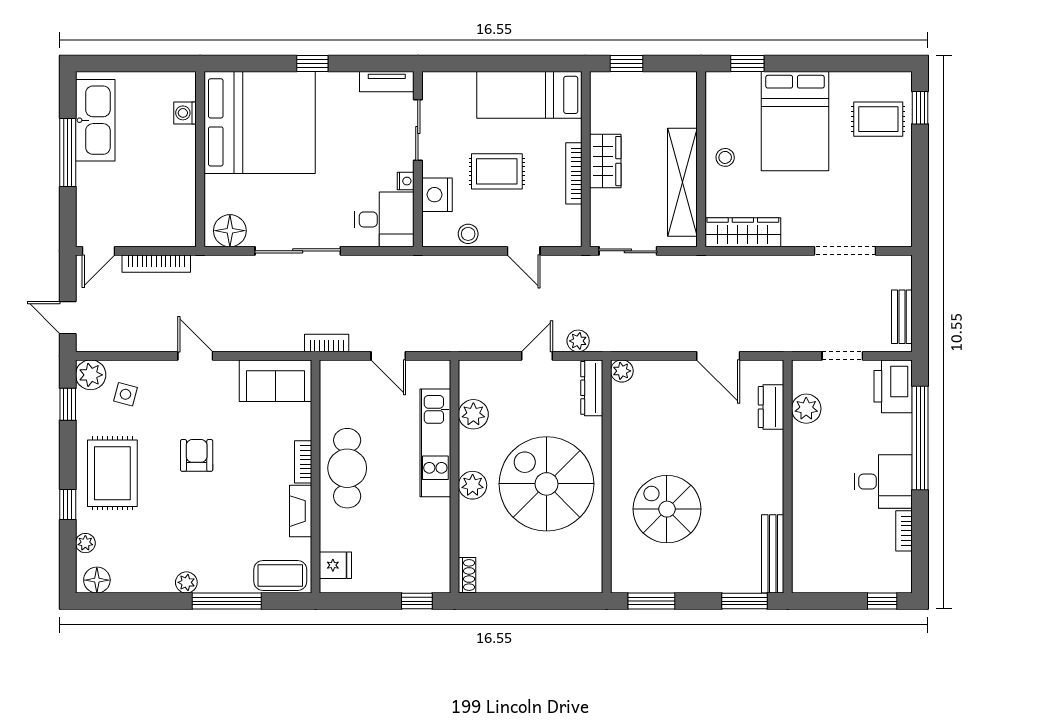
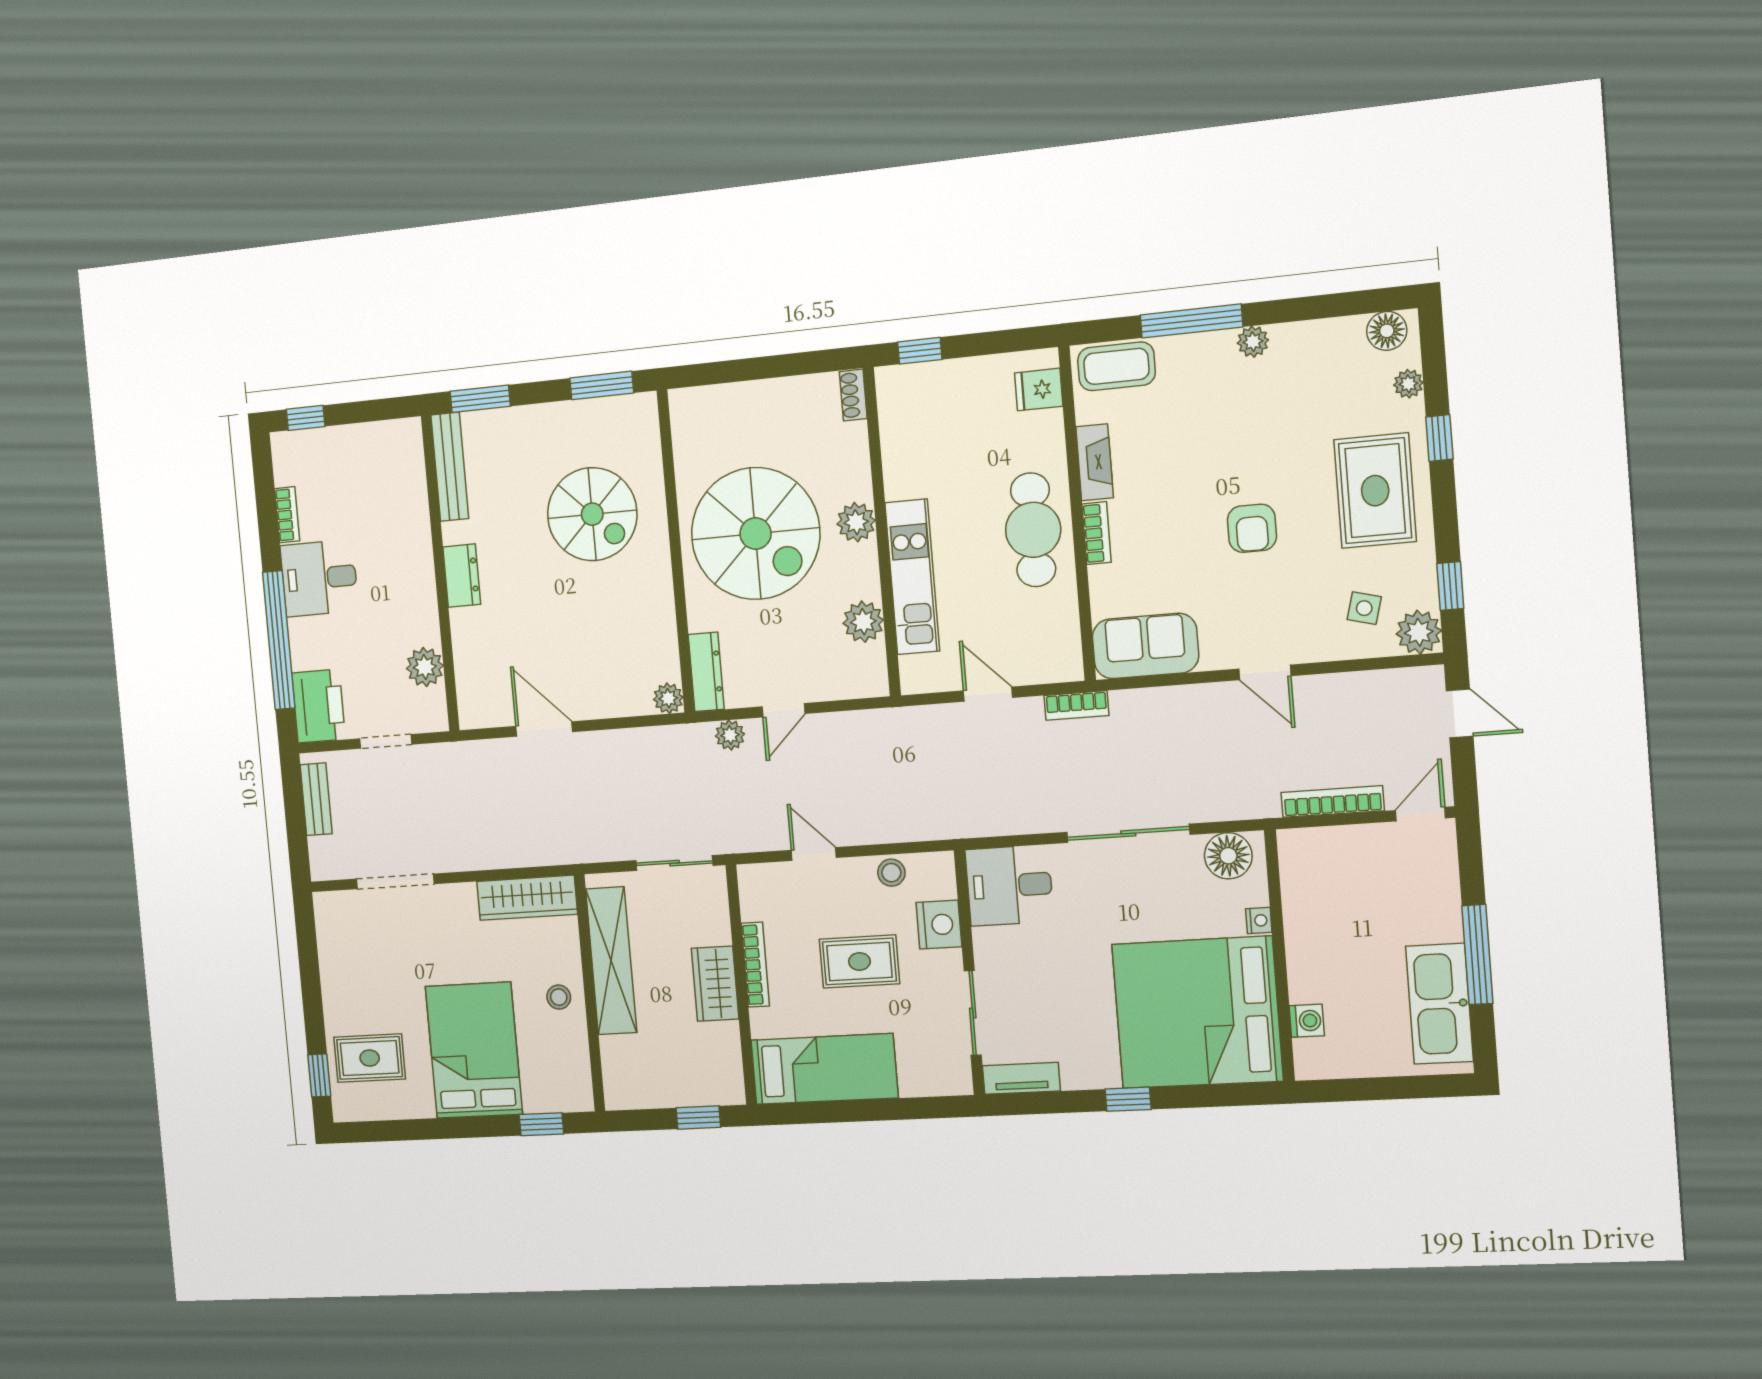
nightstand: (406, 181) -> (1259, 920), moved, turned 180
dresser: (771, 407) -> (462, 576), moved

